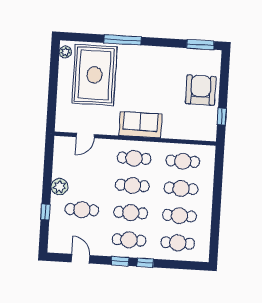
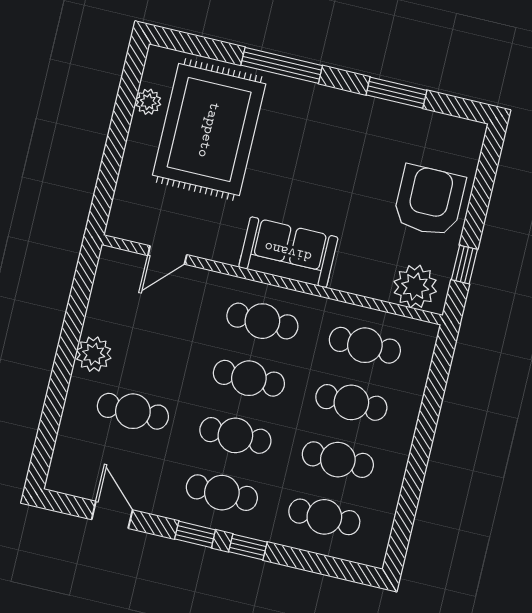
window: (200, 45) -> (396, 93), moved
plant: (65, 52) -> (148, 102), moved
plant: (201, 130) -> (415, 287), added
window: (45, 212) -> (54, 403), removed

